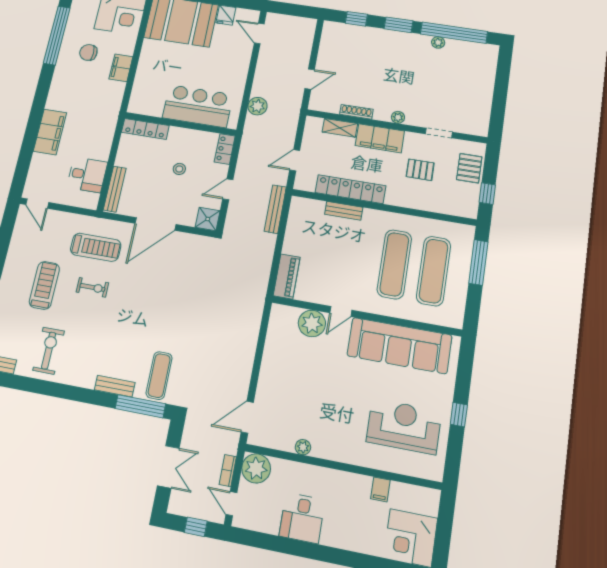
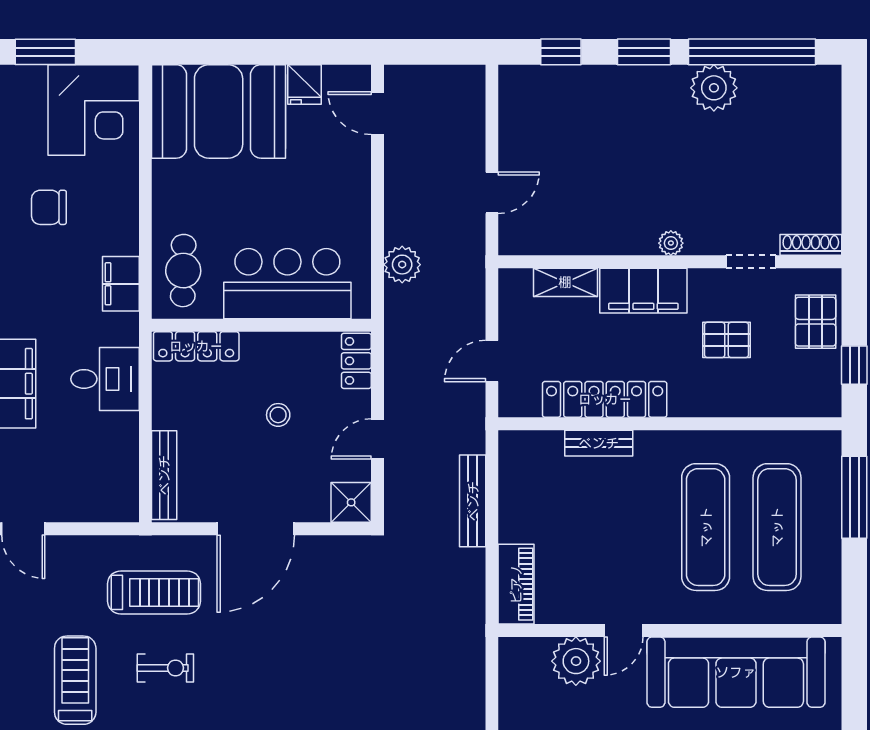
plant: (438, 42) -> (714, 88), width x1.87, depth x1.87
filing cabinet: (121, 68) -> (121, 284), moved
cafe table: (147, 92) -> (183, 271), added
shoe rack: (356, 112) -> (811, 245), moved
desk: (87, 175) -> (105, 379), moved
bench: (275, 209) -> (473, 501), moved

